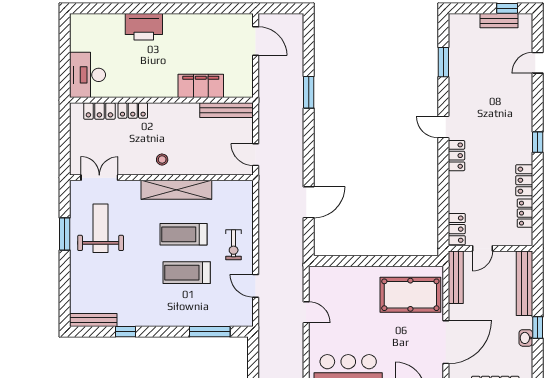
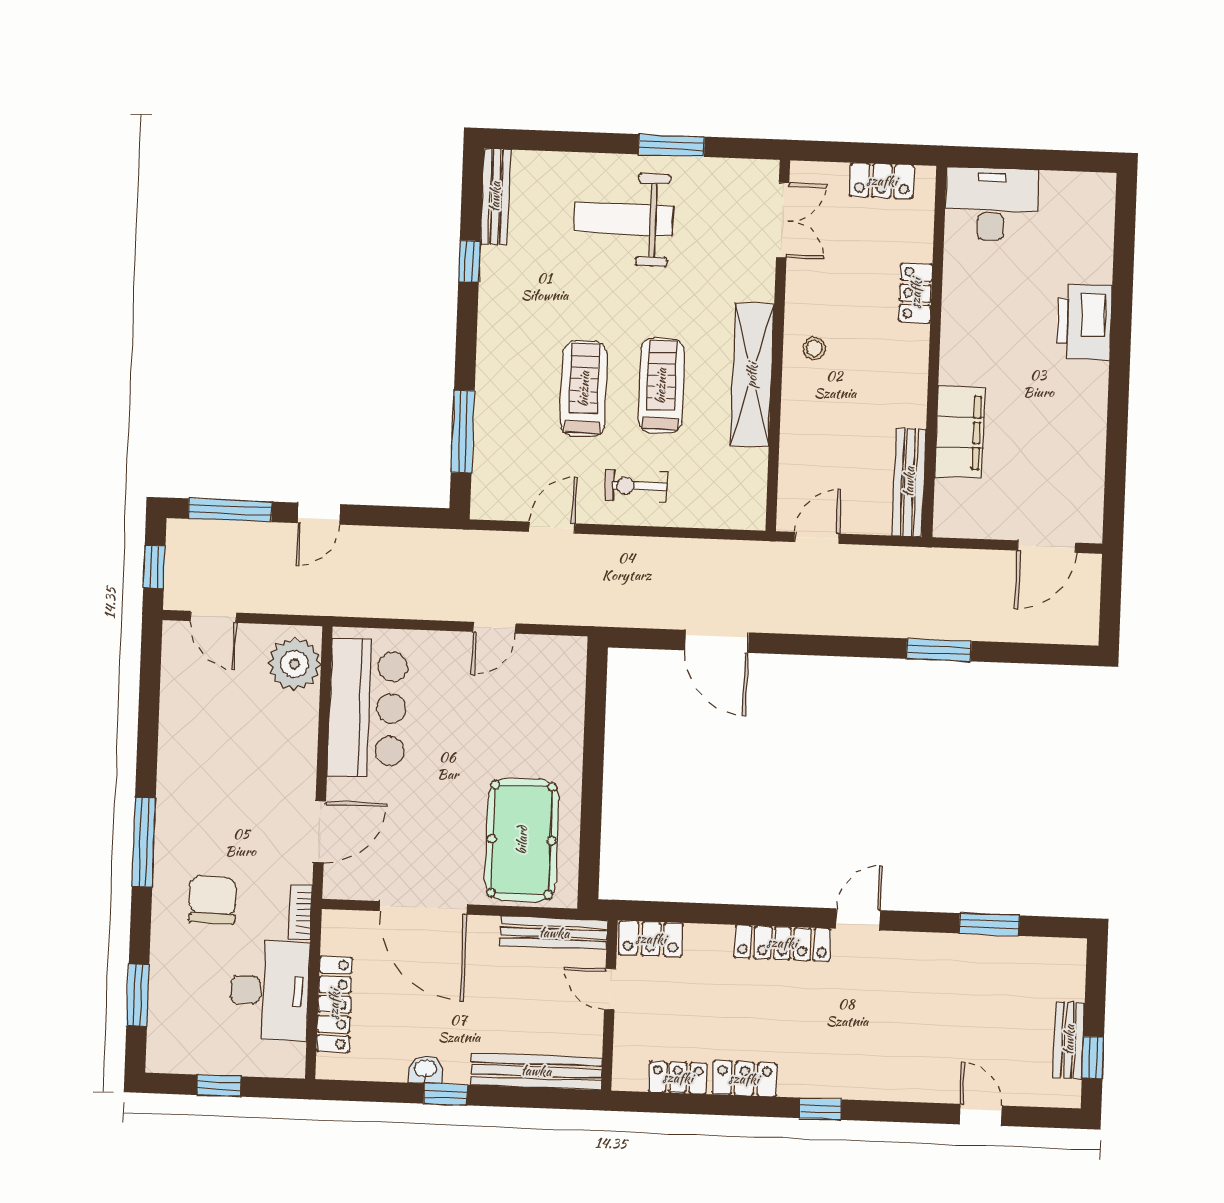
locker: (99, 111) -> (882, 181), moved, turned -90
locker: (457, 156) -> (782, 943), width x1.53
weight bench: (101, 228) -> (623, 219), moved, turned 180

